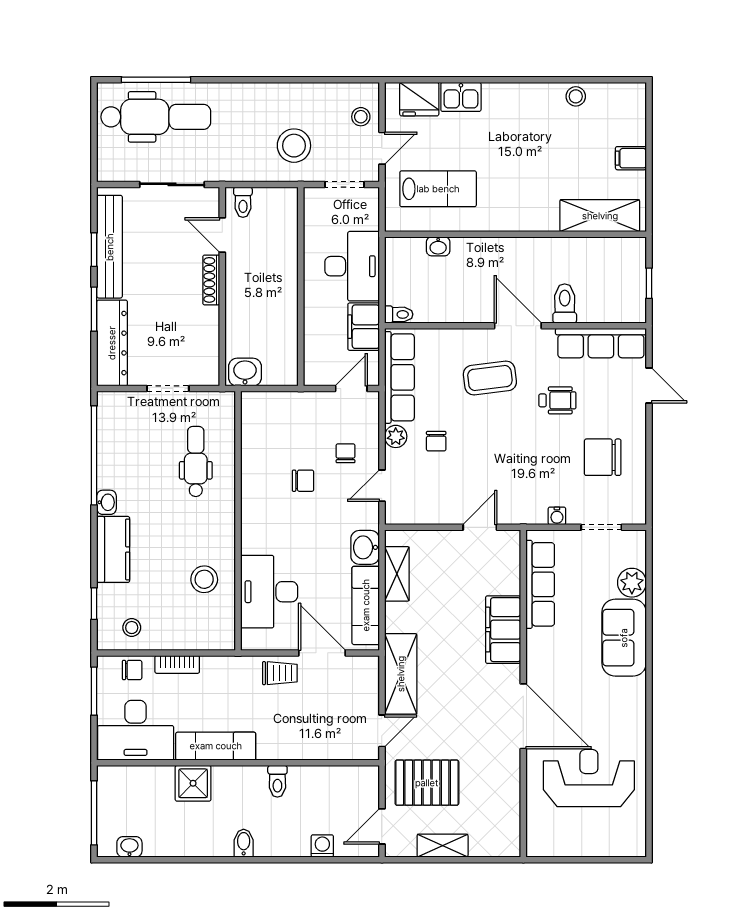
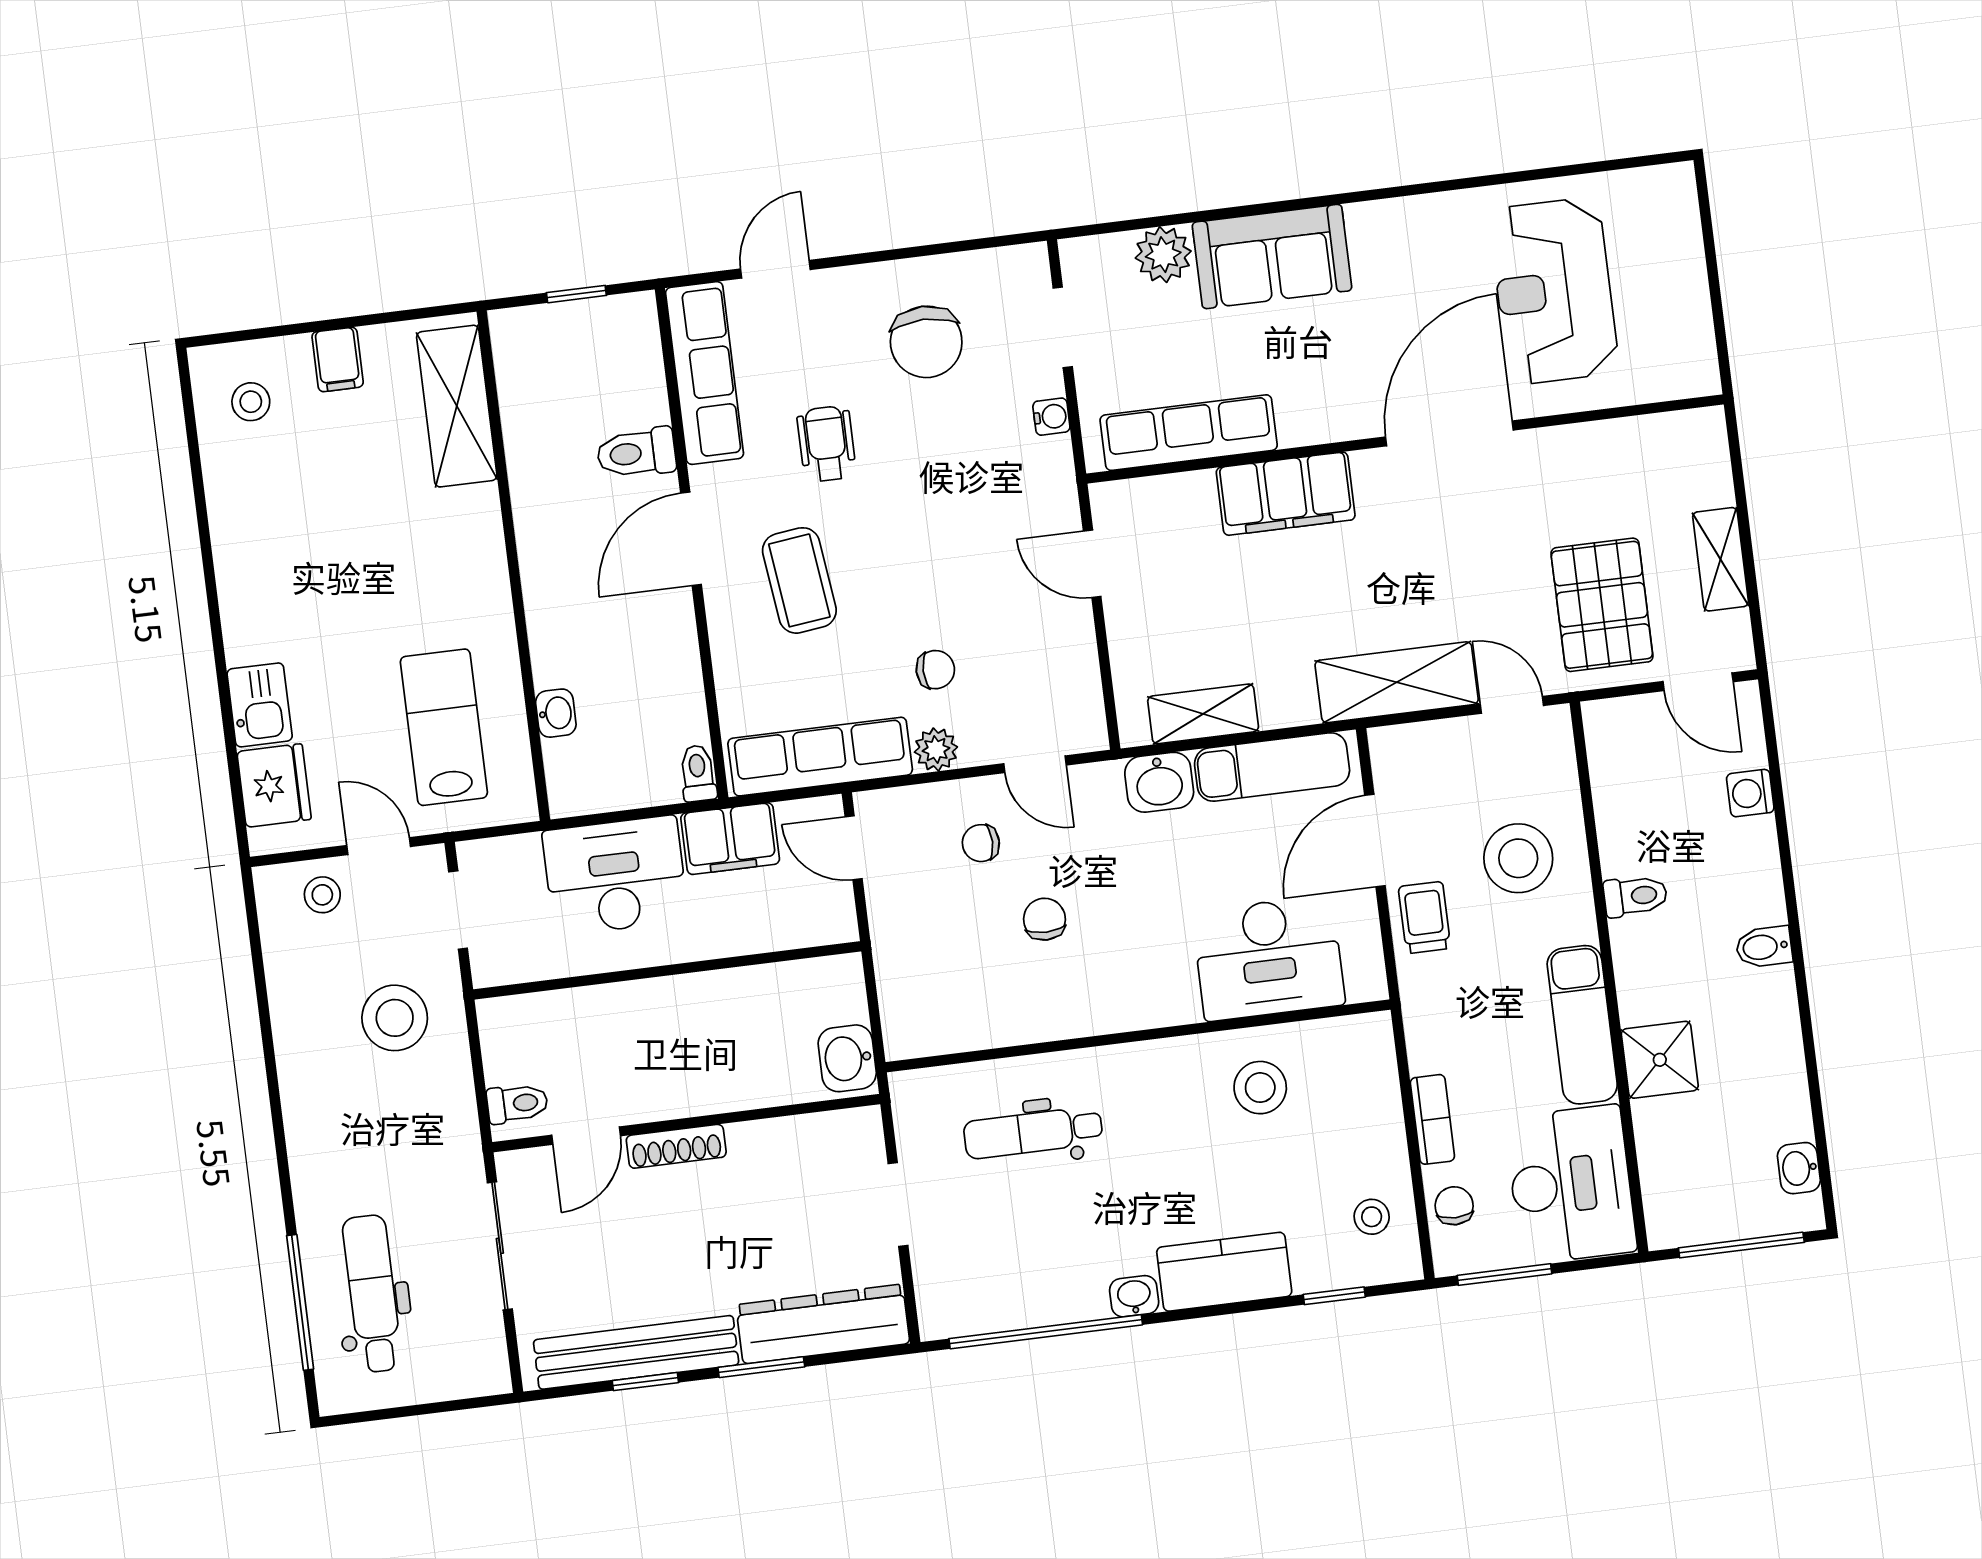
stool: (576, 96) -> (251, 402), moved
dental chair: (156, 117) -> (372, 1294), width x0.73, depth x0.72
stool: (304, 724) -> (1518, 858), added

